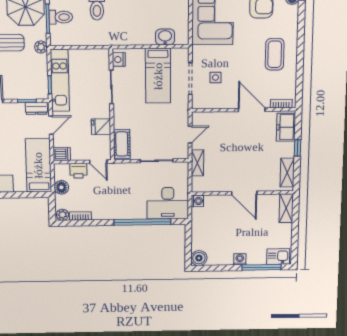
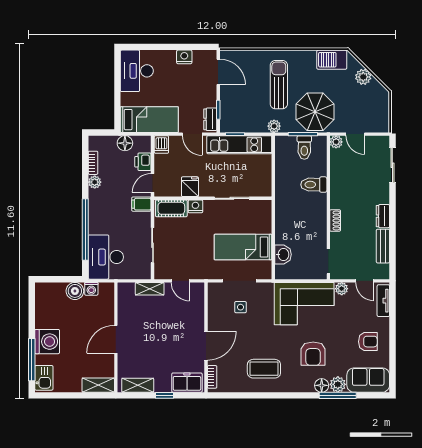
nightstand: (119, 59) -> (195, 206), moved
filing cabinet: (118, 172) -> (141, 204), added
washing machine: (197, 201) -> (91, 289), moved
plant: (62, 215) -> (95, 182), moved
boiler: (199, 258) -> (75, 291), moved
washing machine: (240, 259) -> (47, 342), width x1.89, depth x1.89

